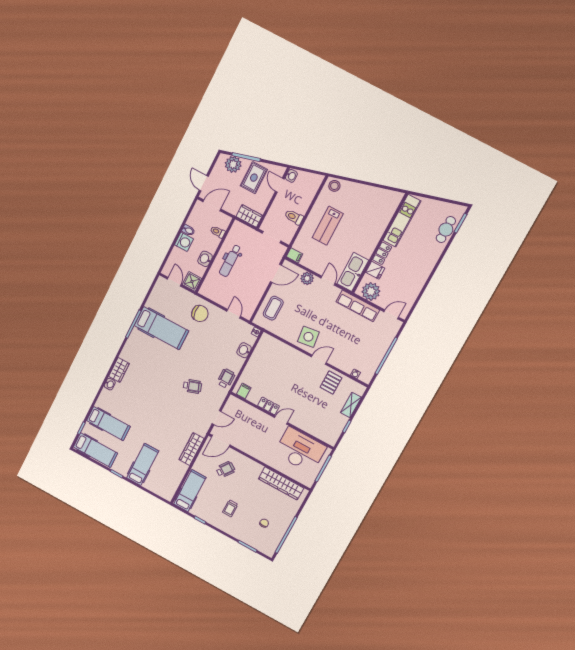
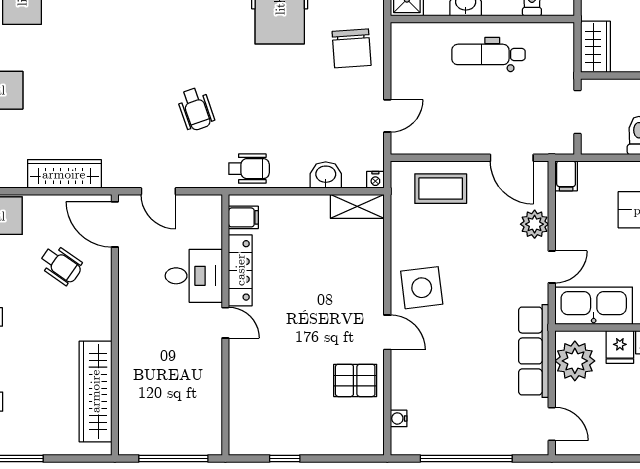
shelving: (351, 405) -> (357, 206), moved
locker: (269, 406) -> (240, 270), width x1.53
desk: (300, 450) -> (194, 276), moved, width x0.53, depth x0.77

